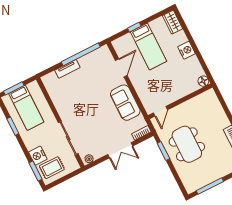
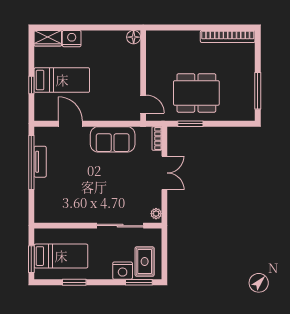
nightstand: (186, 50) -> (72, 39), moved
tv unit: (67, 69) -> (40, 162), moved

